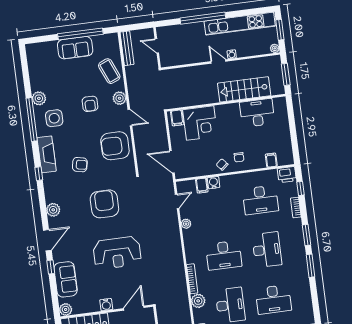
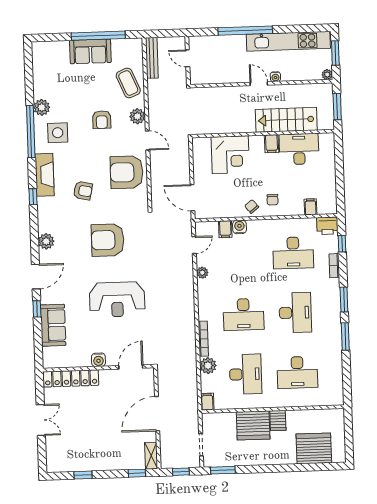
filing cabinet: (177, 118) -> (272, 144), moved
armchair: (104, 204) -> (108, 240), turned -90
plant: (66, 309) -> (50, 361), removed

